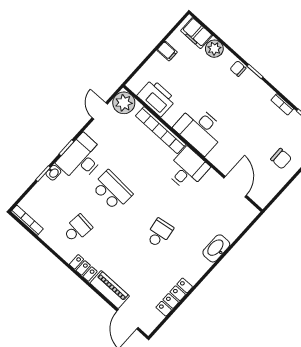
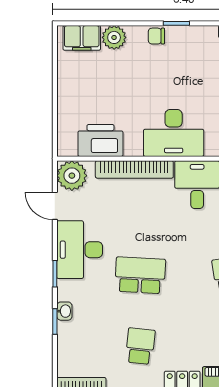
filing cabinet: (167, 51) -> (68, 83), removed
desk: (81, 158) -> (80, 250), moved

